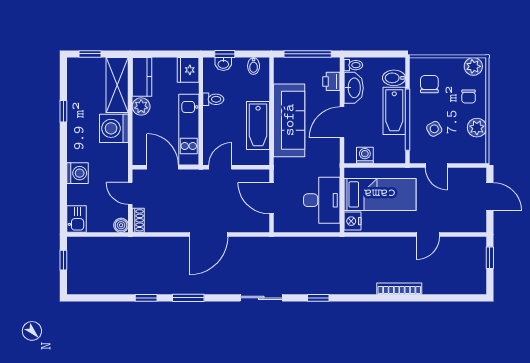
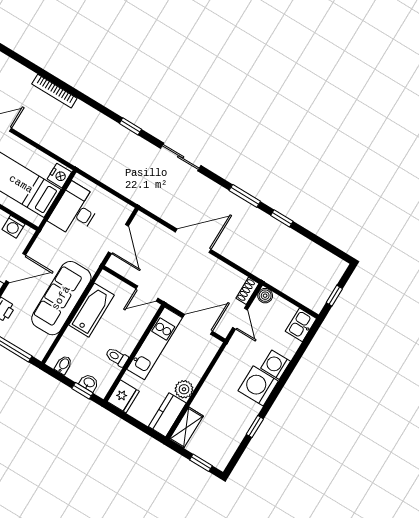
shelving: (117, 85) -> (186, 428), width x0.67, depth x0.75
washing machine: (114, 128) -> (258, 386), moved, turned 180
door: (163, 167) -> (198, 324), swing flipped

